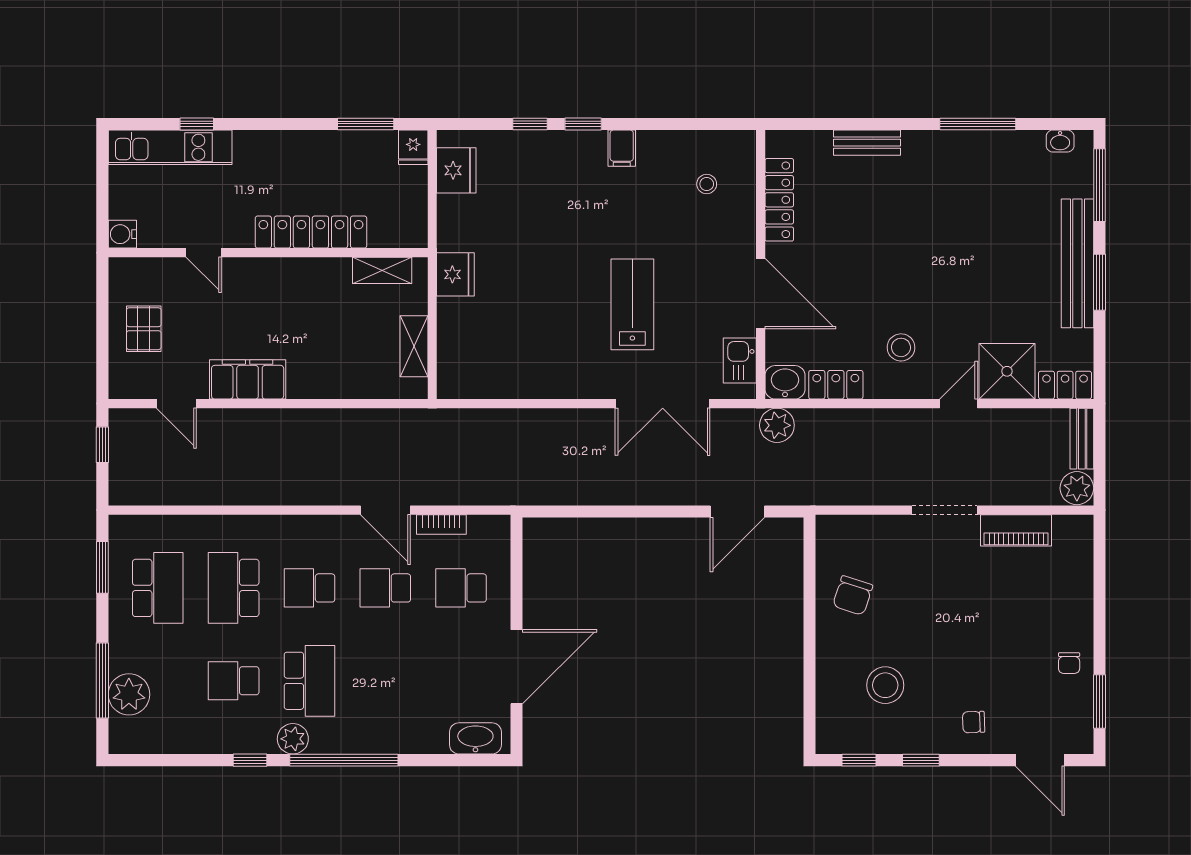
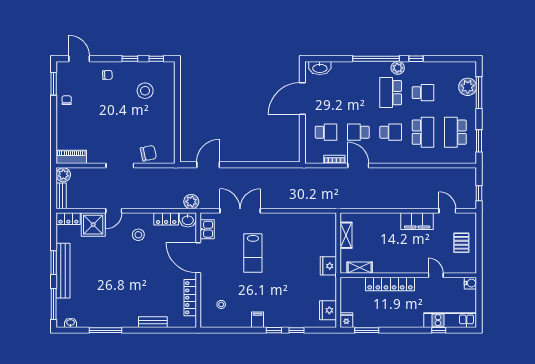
piano: (1016, 530) -> (71, 157), moved
school desk: (385, 588) -> (358, 132), turned 180
chair: (853, 596) -> (148, 153), moved, turned 60

